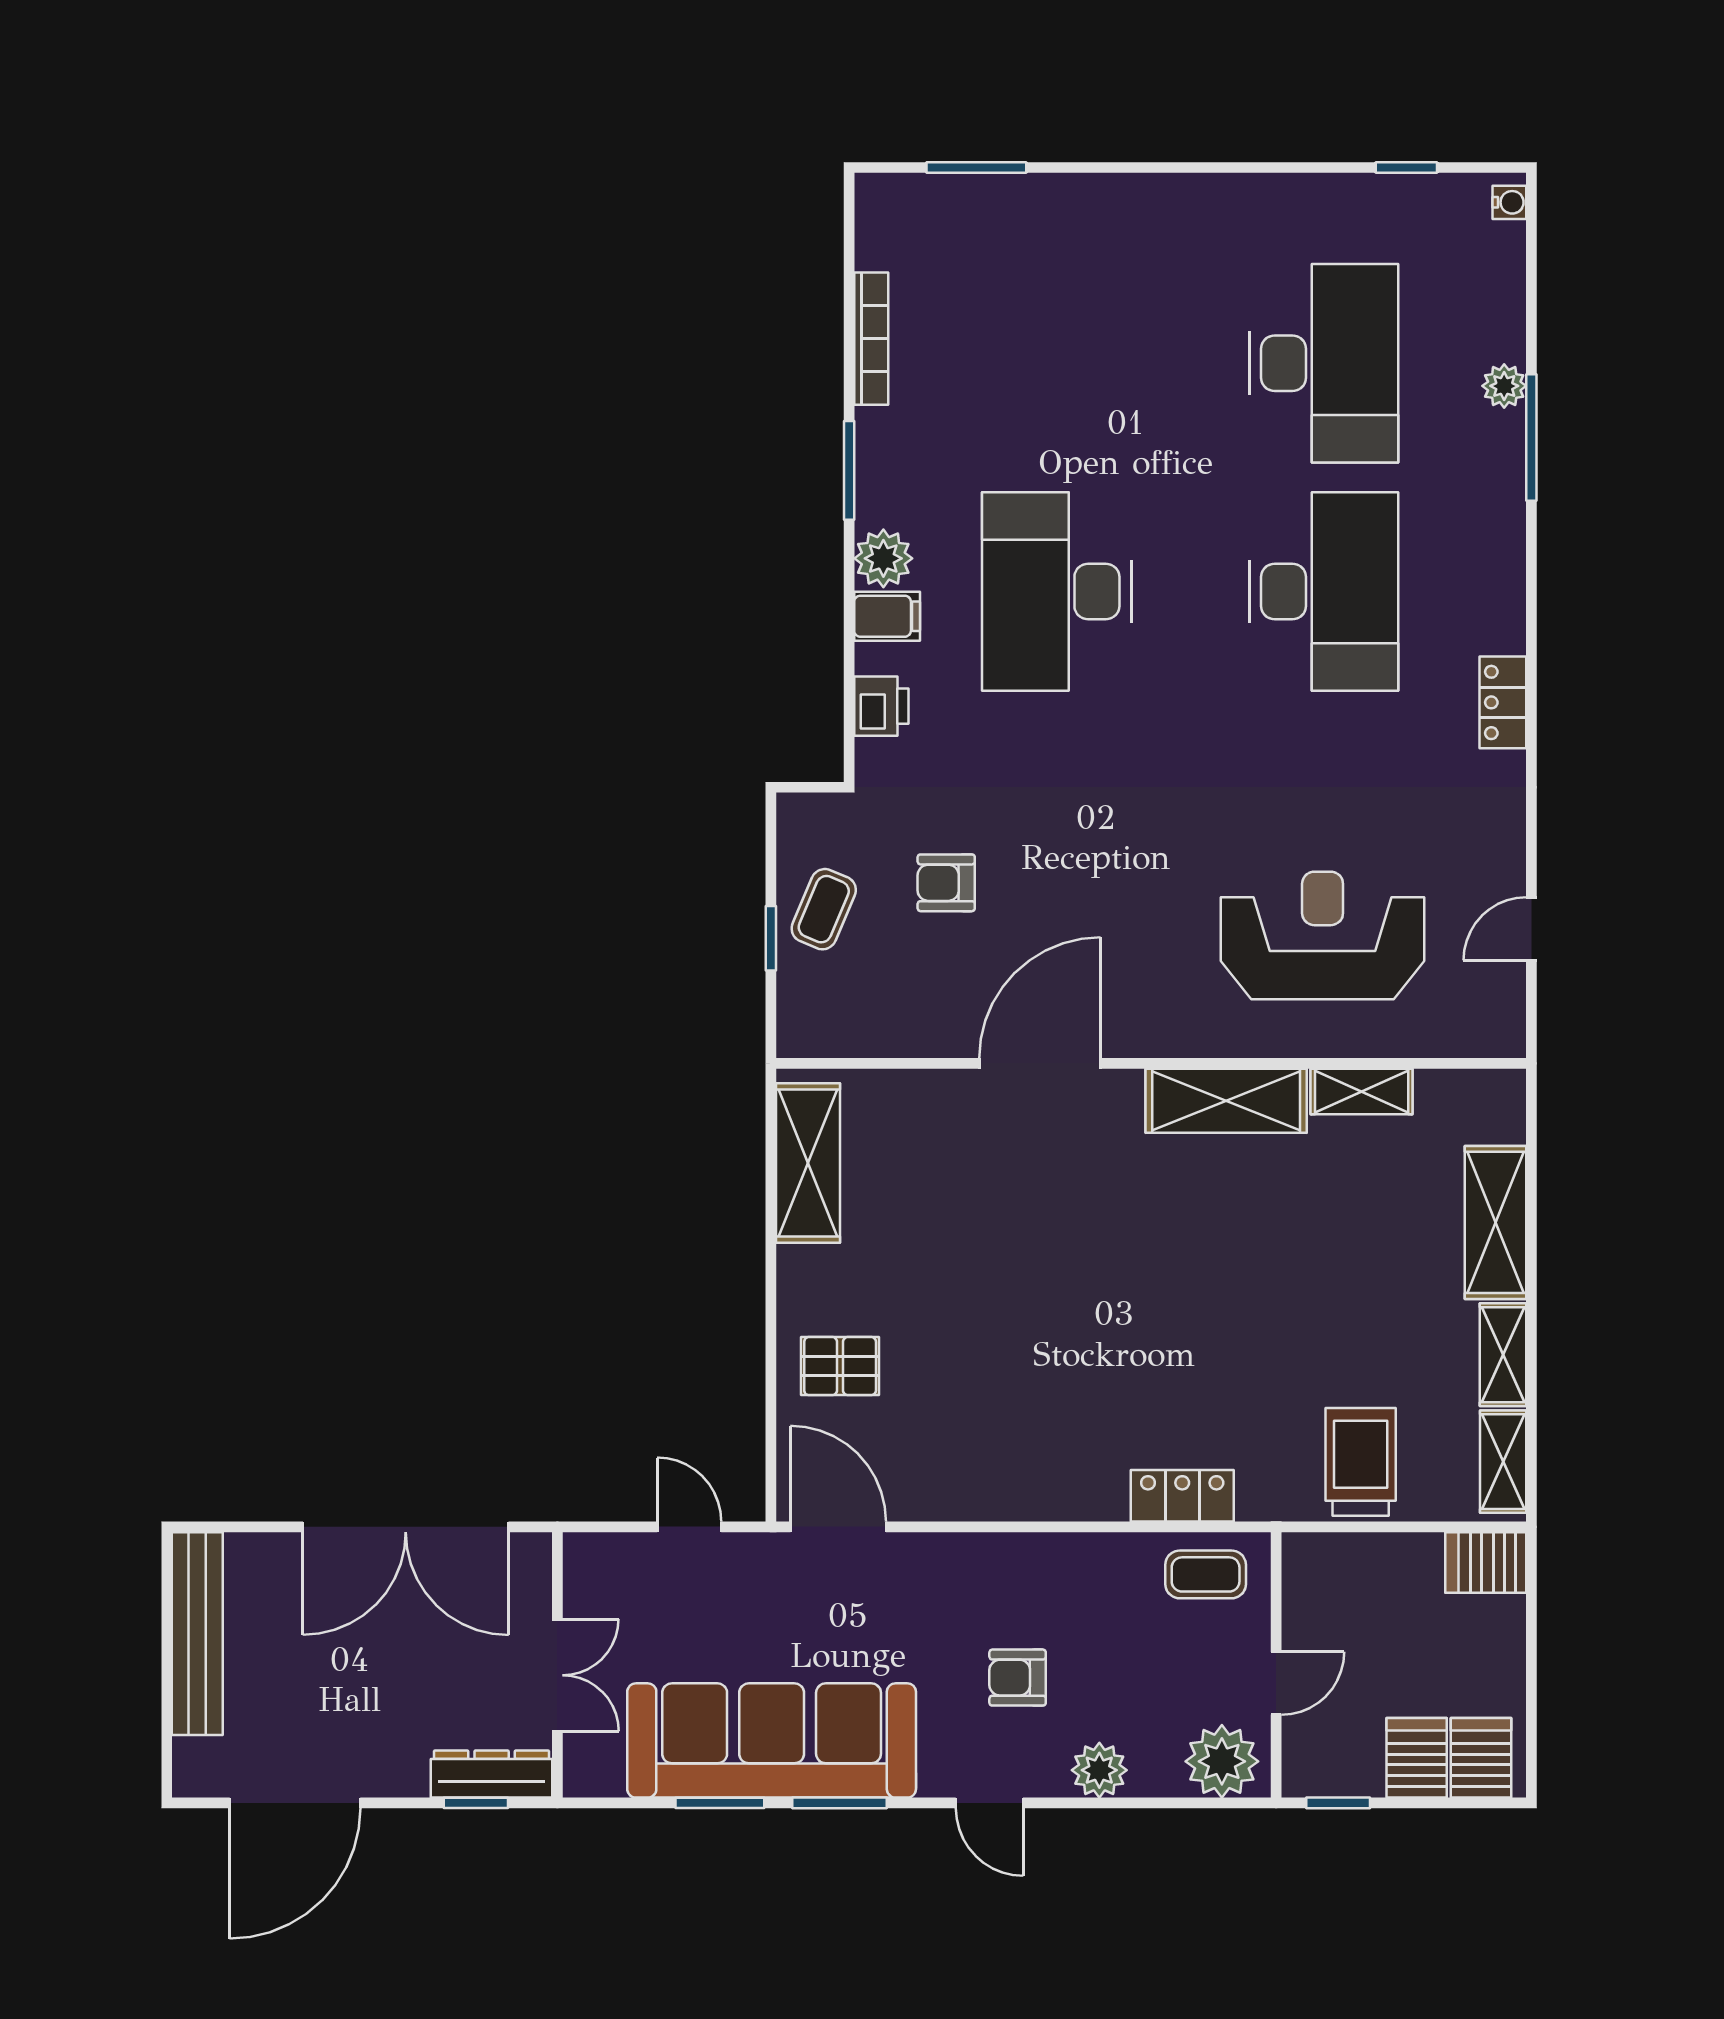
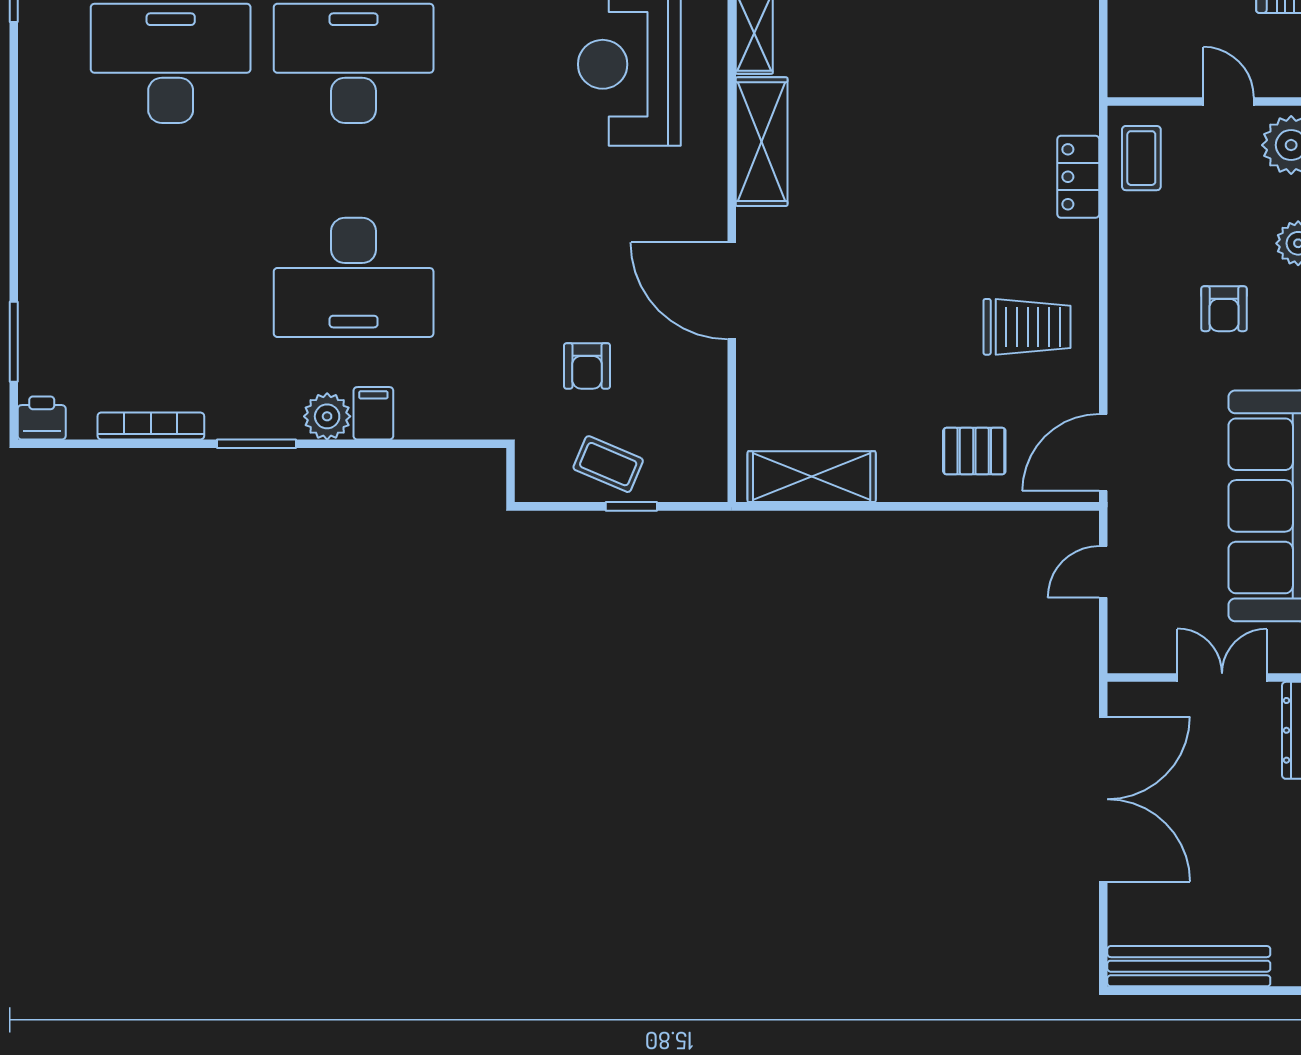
printer: (881, 706) -> (42, 418), moved
pallet: (840, 1366) -> (974, 451), turned 90
trolley: (1361, 1462) -> (1027, 327), moved, turned 180

